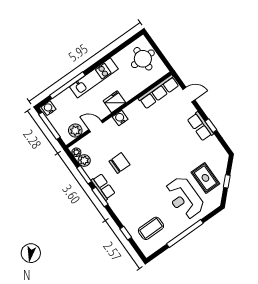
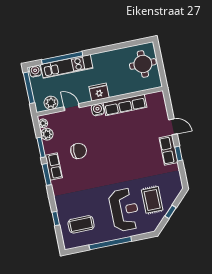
kitchen unit: (94, 78) -> (67, 66), moved
row of seats: (159, 92) -> (125, 105), moved
door: (189, 95) -> (173, 127), moved
reception desk: (184, 198) -> (124, 210), turned 180

